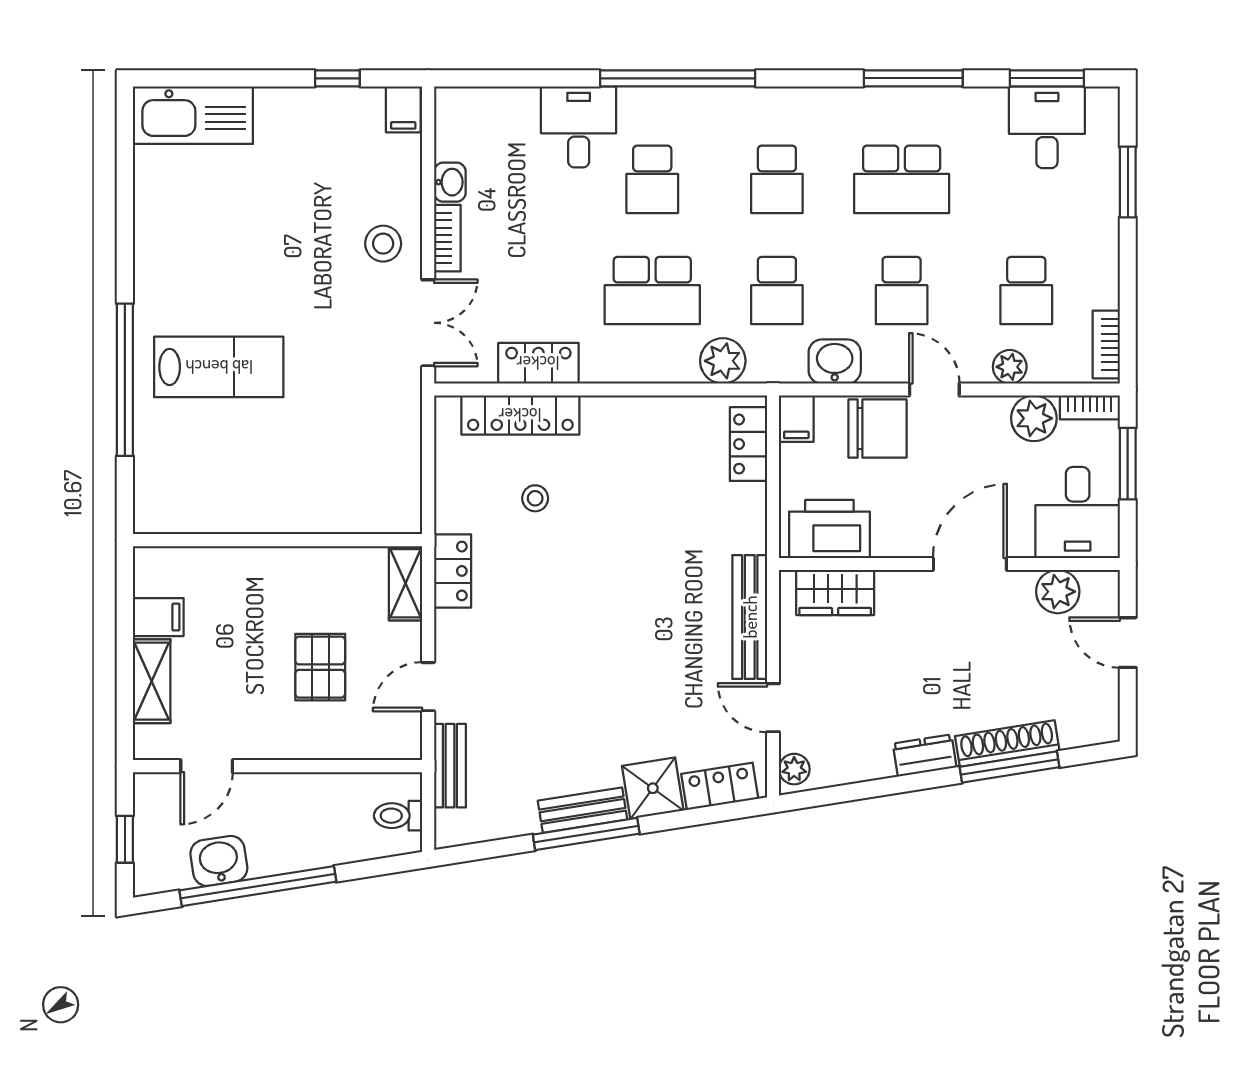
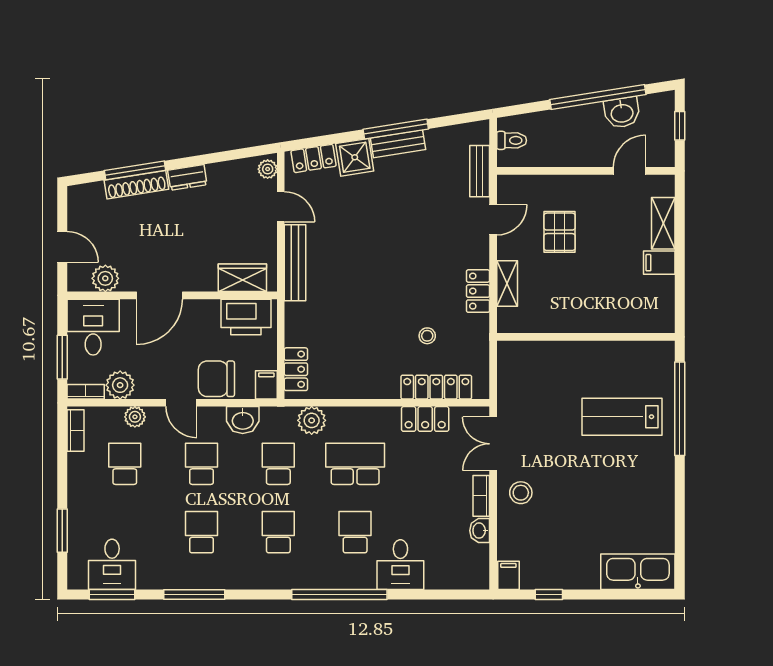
school desk: (902, 179) -> (202, 532), width x0.54
wall: (277, 540) -> (586, 337), moved

